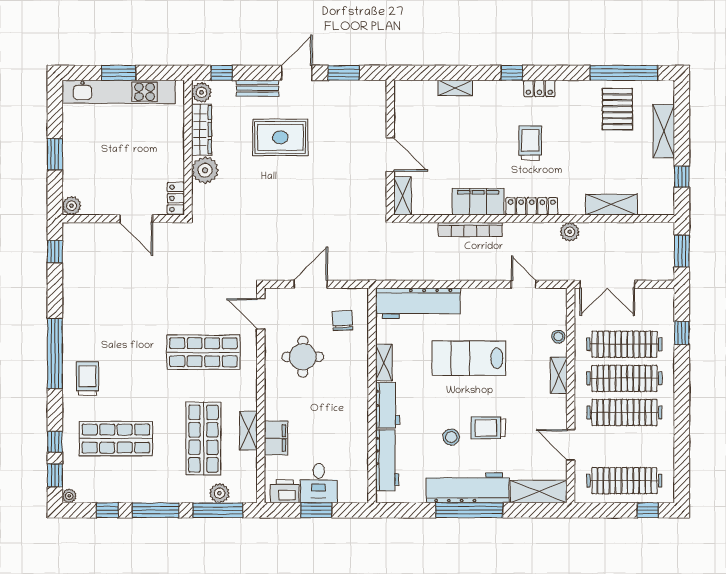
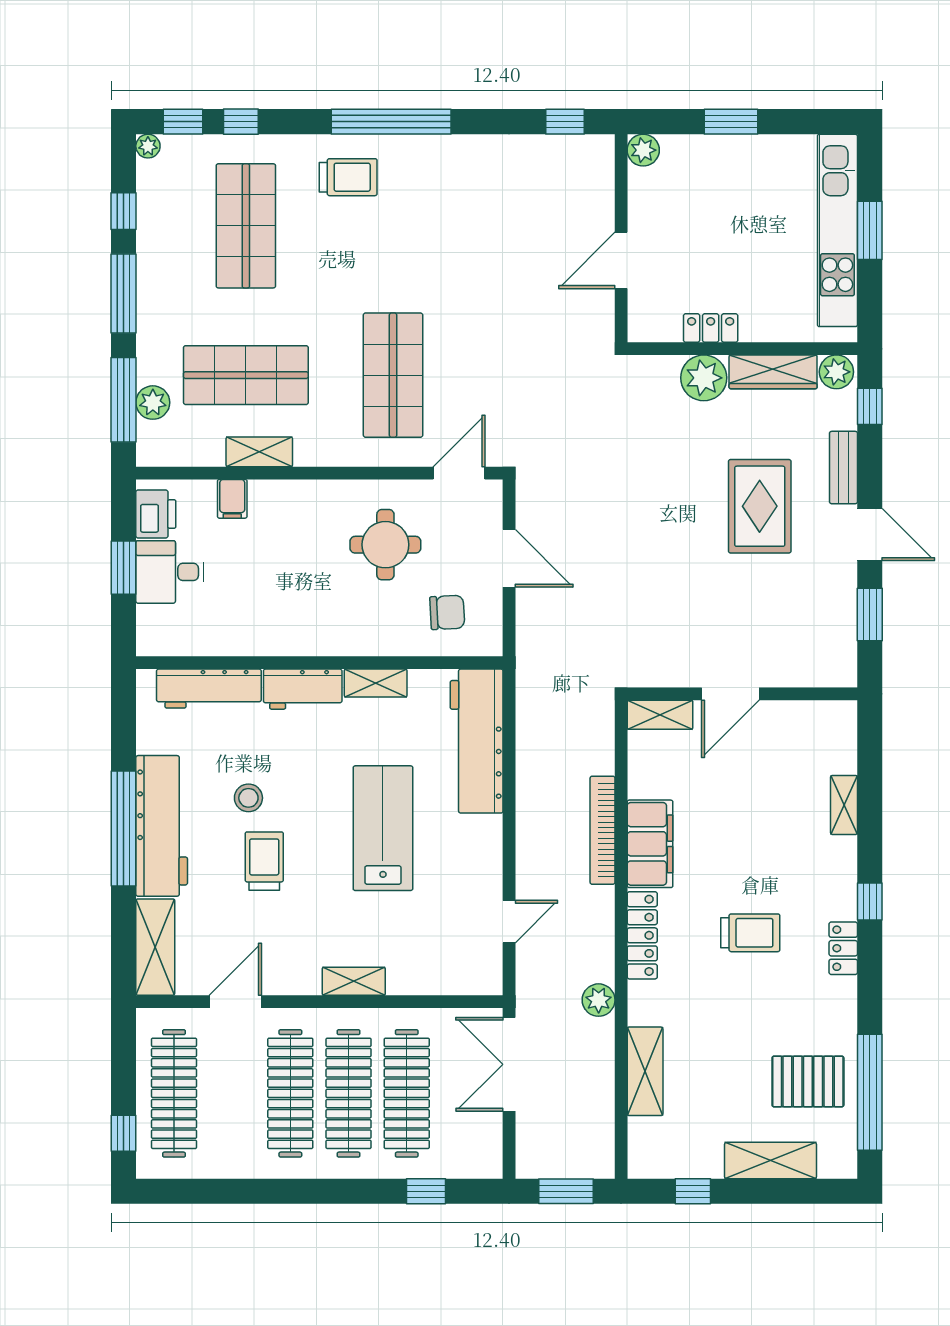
locker: (176, 198) -> (711, 328), moved
stool: (558, 337) -> (420, 981), removed
filing cabinet: (276, 438) -> (232, 499), width x0.50

